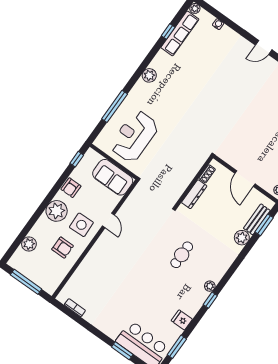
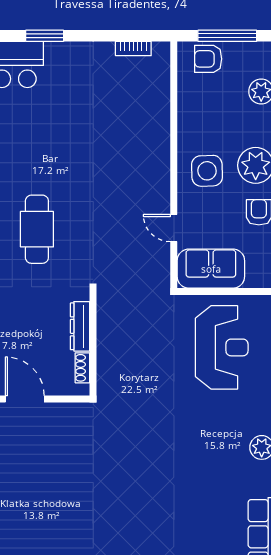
door: (108, 220) -> (174, 228), moved
armchair: (63, 248) -> (208, 59), moved
cafe table: (182, 255) -> (37, 229), width x1.37, depth x1.35
window: (122, 351) -> (45, 36), moved

